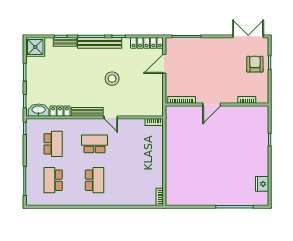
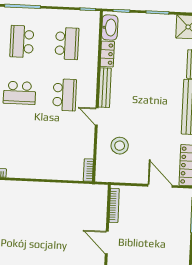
stool: (112, 79) -> (120, 146), moved
door: (111, 117) -> (97, 116), hinge flipped
school desk: (53, 144) -> (67, 44), turned -90
school desk: (53, 180) -> (22, 41), turned -90

